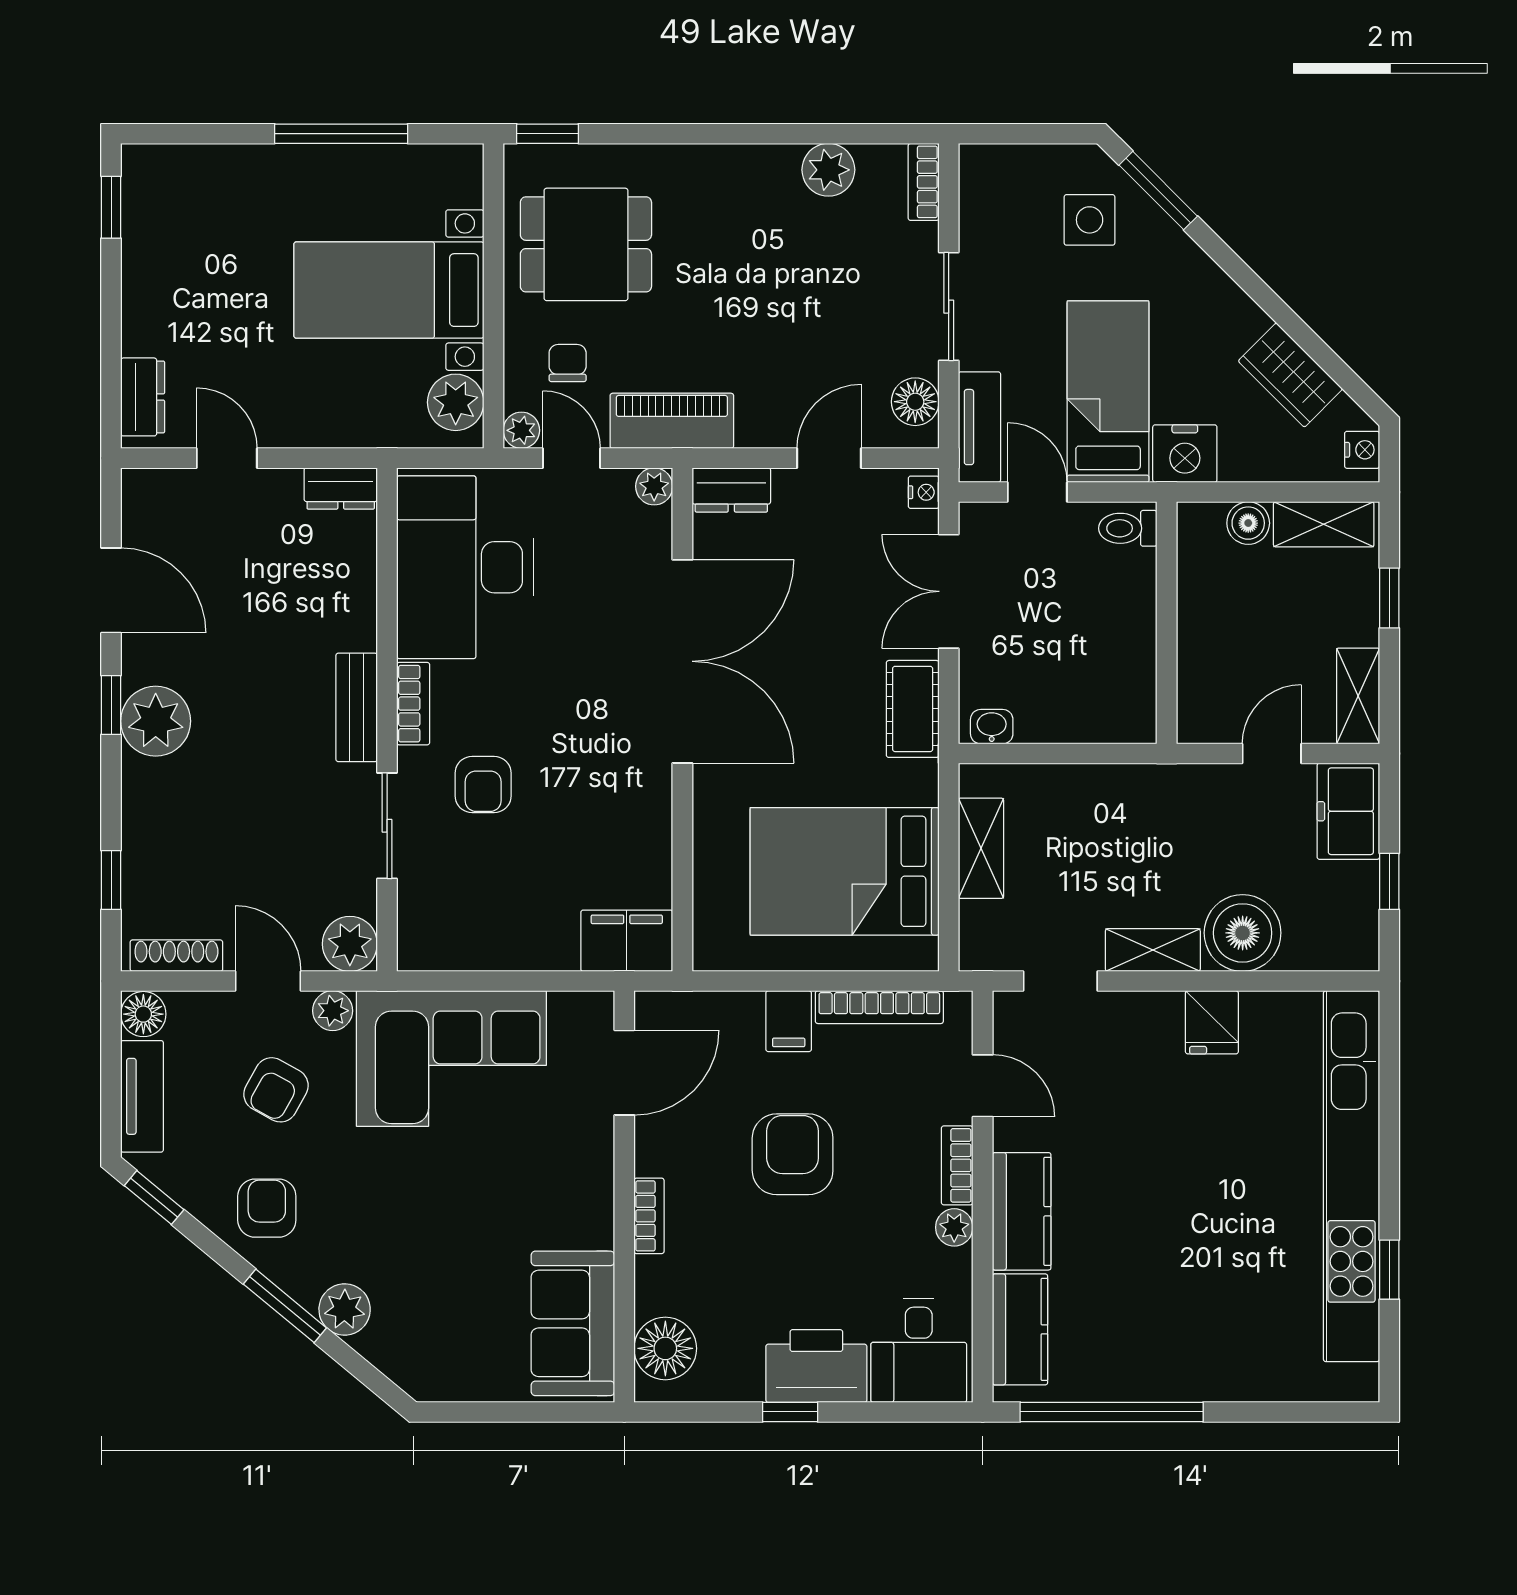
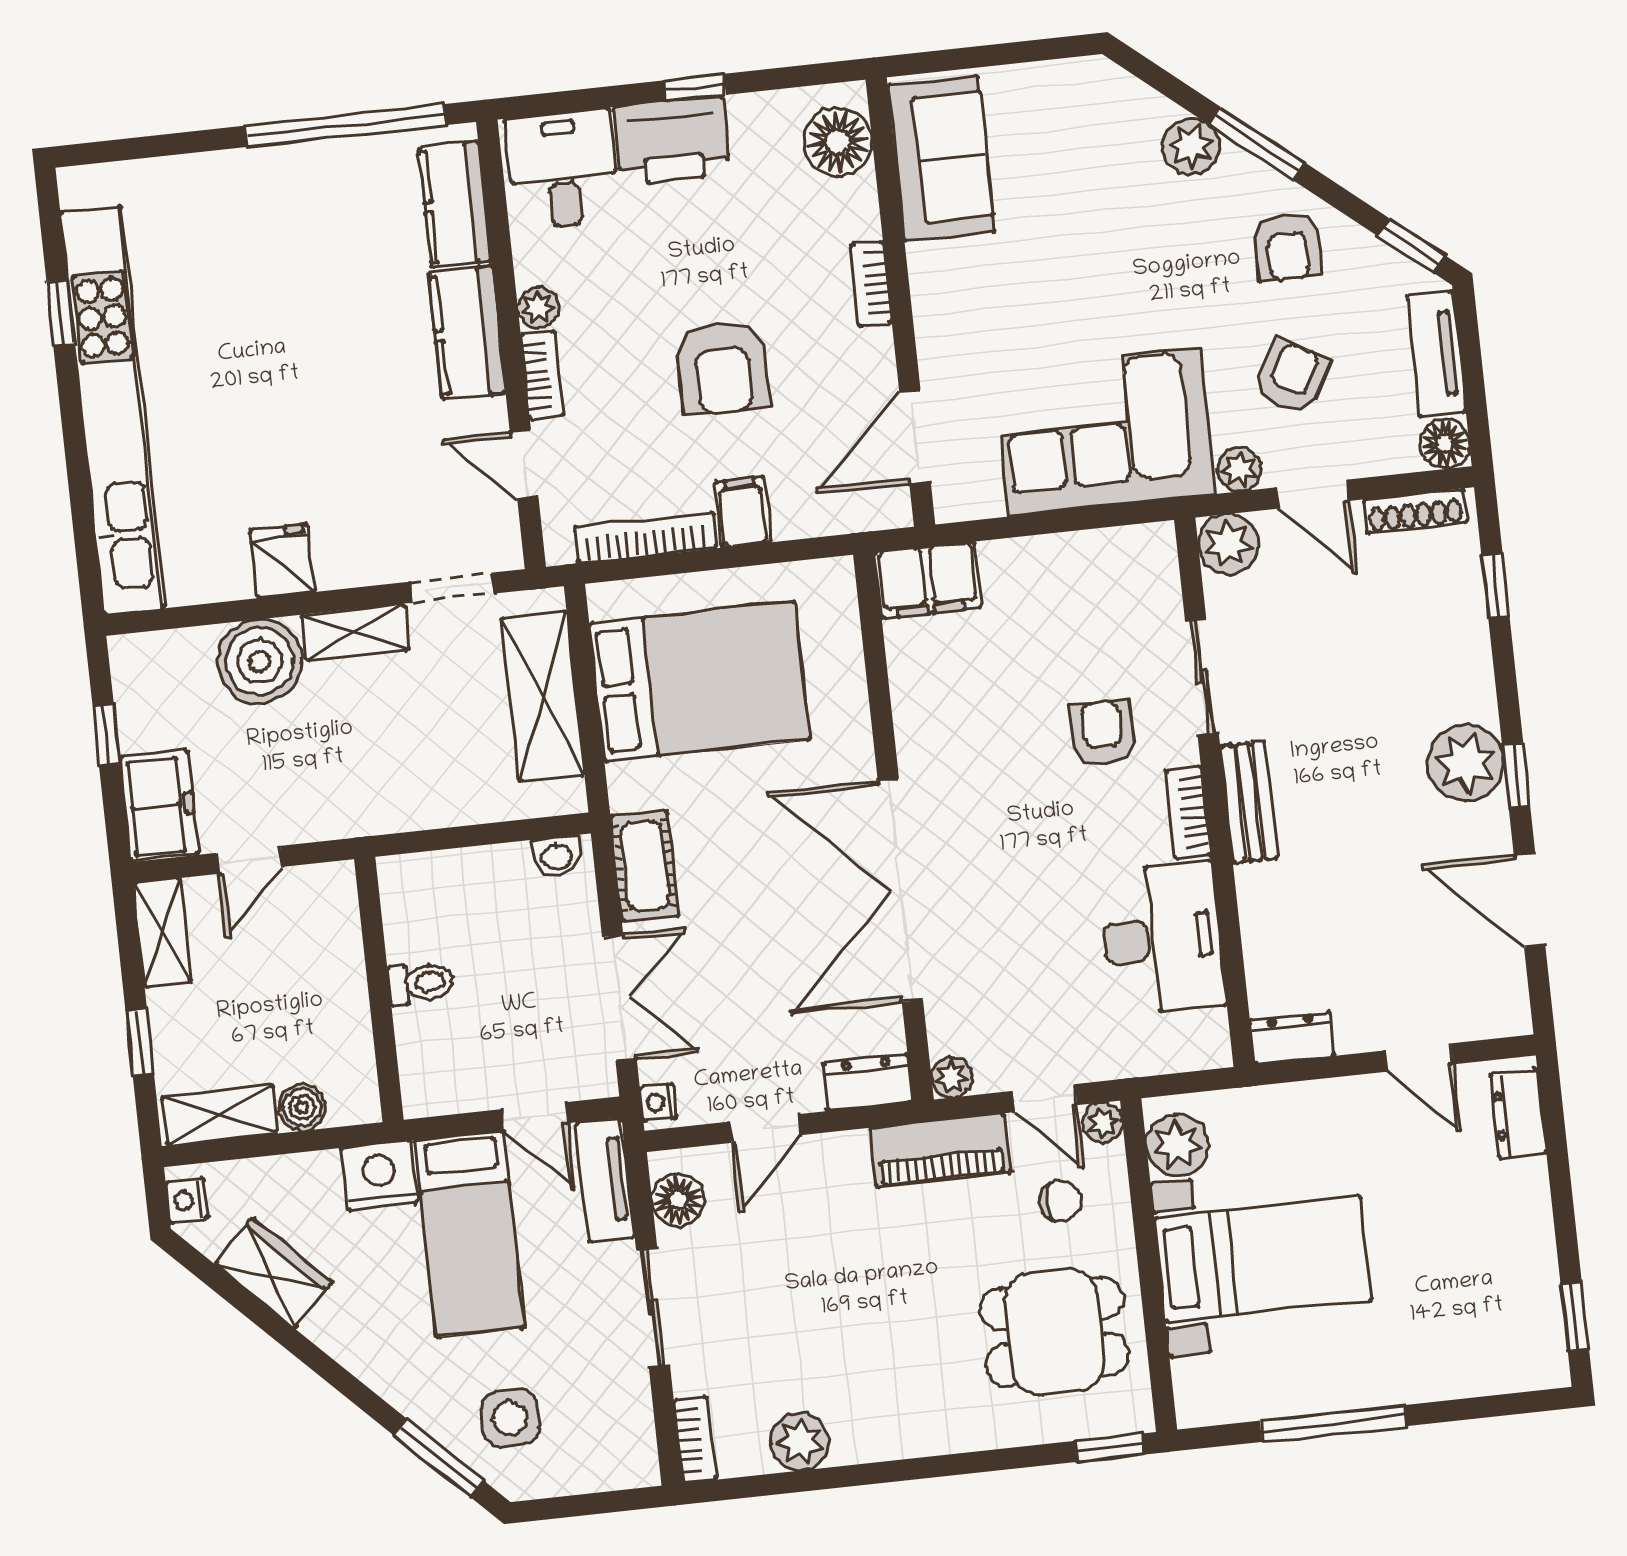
chair: (568, 363) -> (1060, 1201), turned -90
toilet: (1128, 528) -> (421, 983), moved
desk: (465, 567) -> (1162, 939), width x0.73, depth x0.77
shelving: (981, 848) -> (543, 696), width x1.50, depth x1.33

